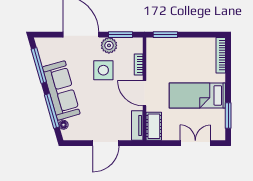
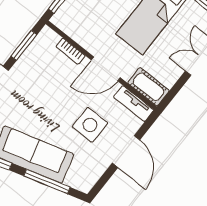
plant: (109, 45) -> (26, 66), removed
side table: (103, 70) -> (90, 125), moved
floor lamp: (63, 125) -> (71, 181), removed

